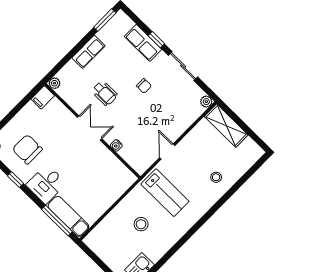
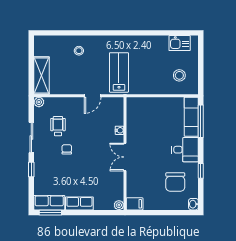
row of seats: (143, 43) -> (49, 203), moved, turned -90
wheelchair: (105, 93) -> (58, 126), moved
stool: (141, 224) -> (179, 75), moved

